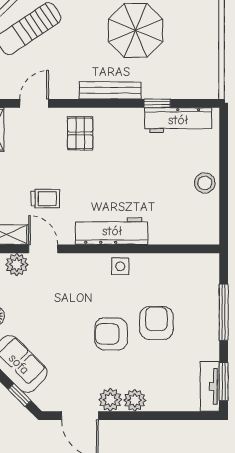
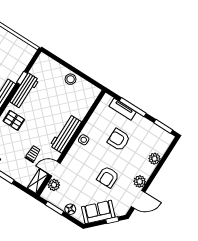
workbench: (178, 120) -> (24, 91), moved
armchair: (111, 334) -> (108, 177), moved
tv unit: (210, 386) -> (123, 109), moved
plant: (135, 400) -> (155, 159), moved

